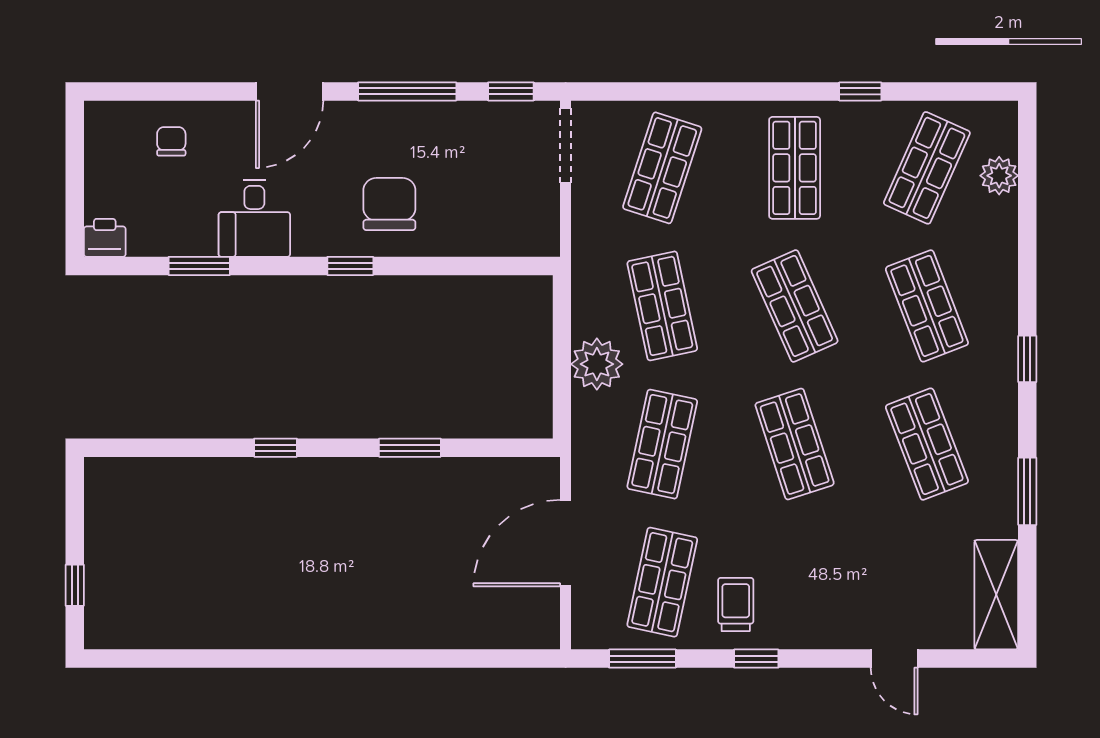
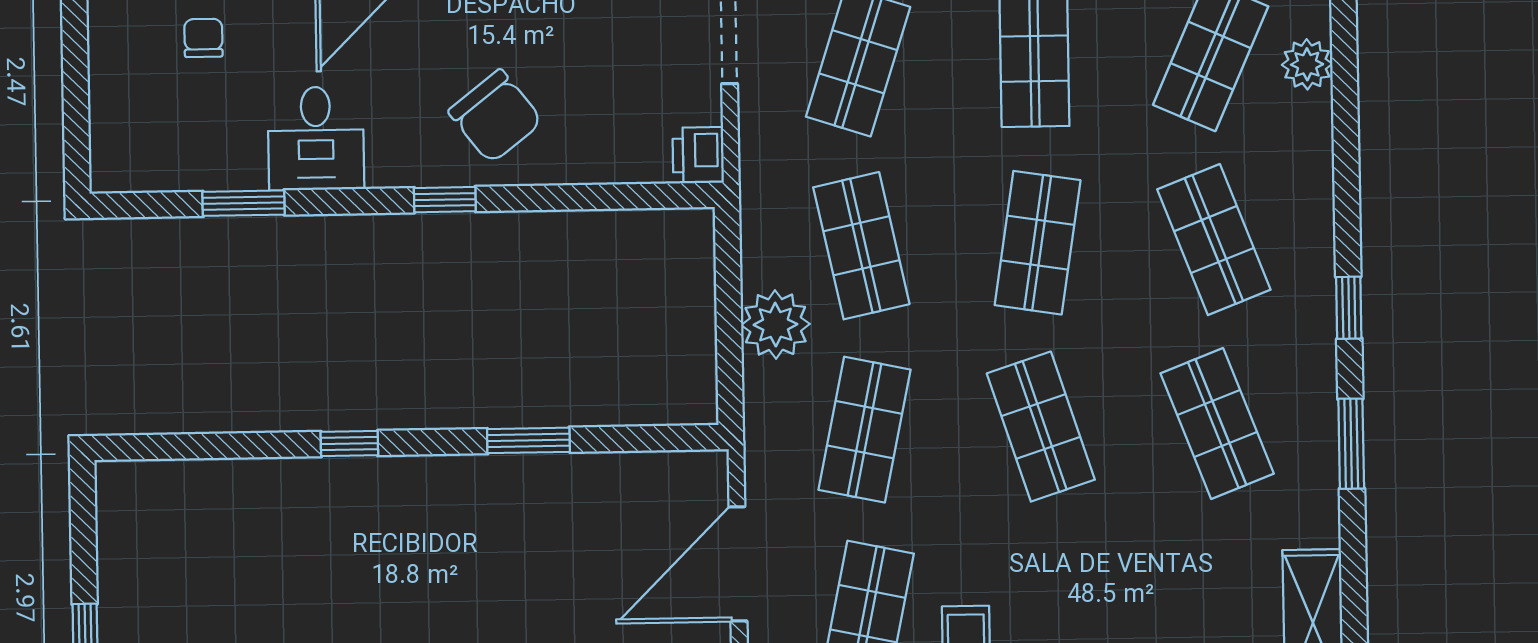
chair: (389, 204) -> (495, 116), turned 142
printer: (105, 238) -> (698, 155), moved, turned -90
shop shelf: (795, 306) -> (1038, 243), turned 33
window: (1027, 491) -> (1351, 444), moved

